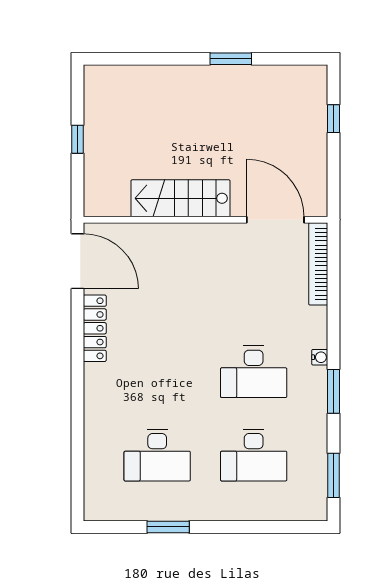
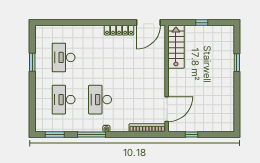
window: (231, 59) -> (237, 63), moved
window: (333, 119) -> (191, 134), moved
stairs: (180, 198) -> (176, 47), moved
window: (333, 391) -> (91, 134), width x1.44

